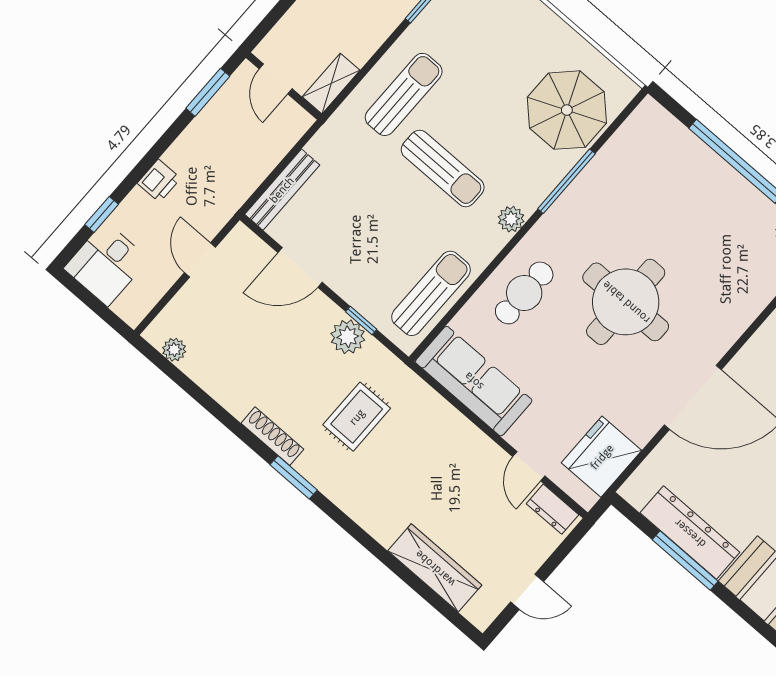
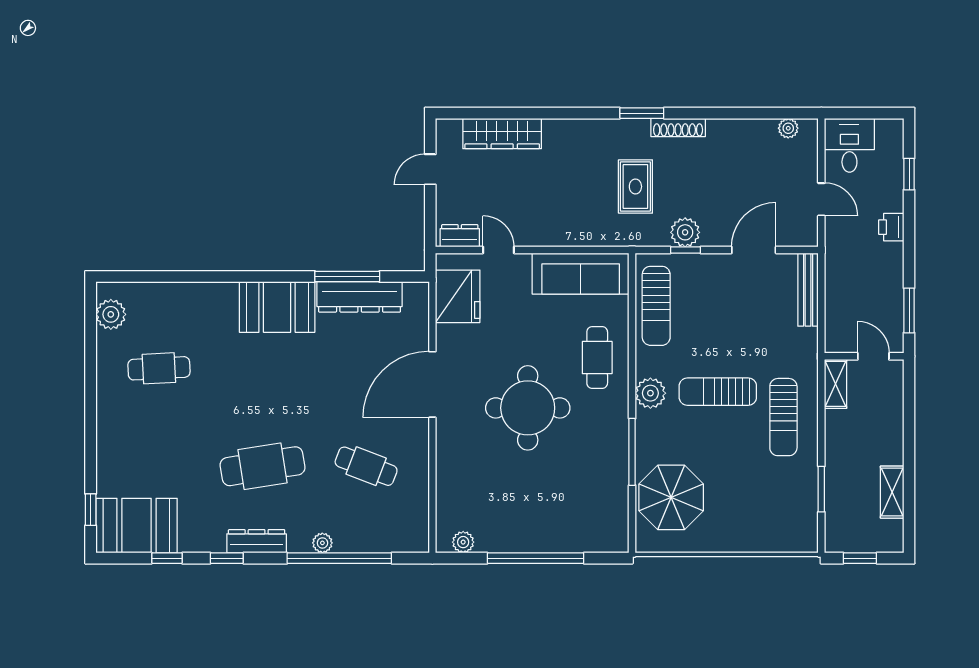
plant: (511, 219) -> (650, 393), width x1.38, depth x1.38
desk: (106, 264) -> (849, 145), moved

